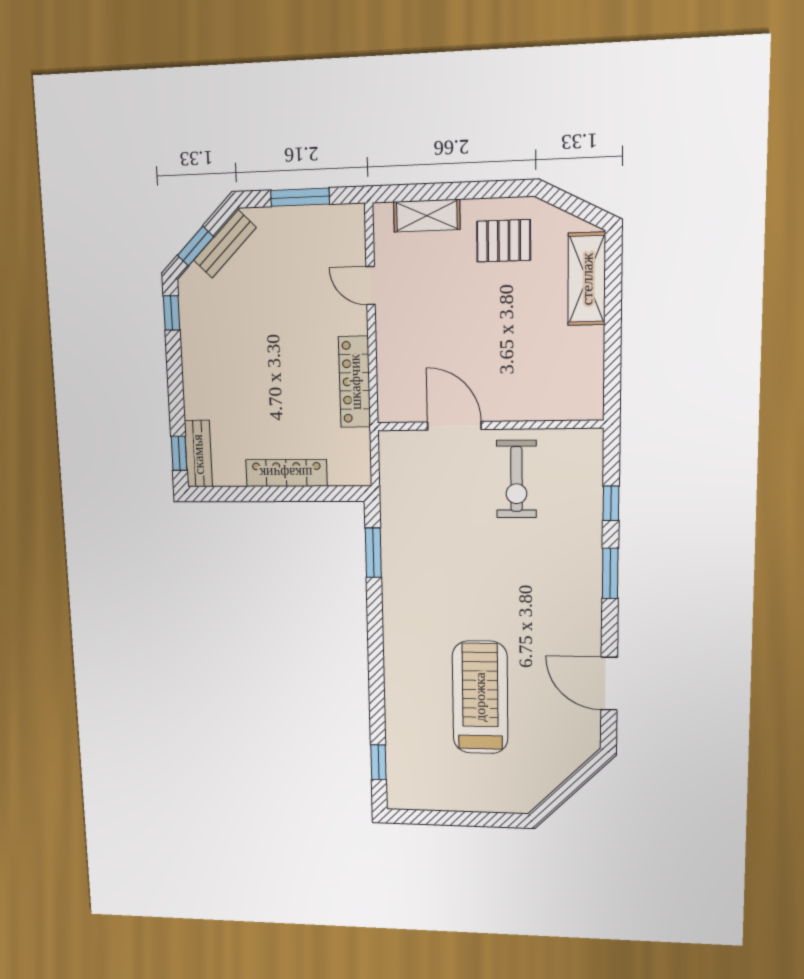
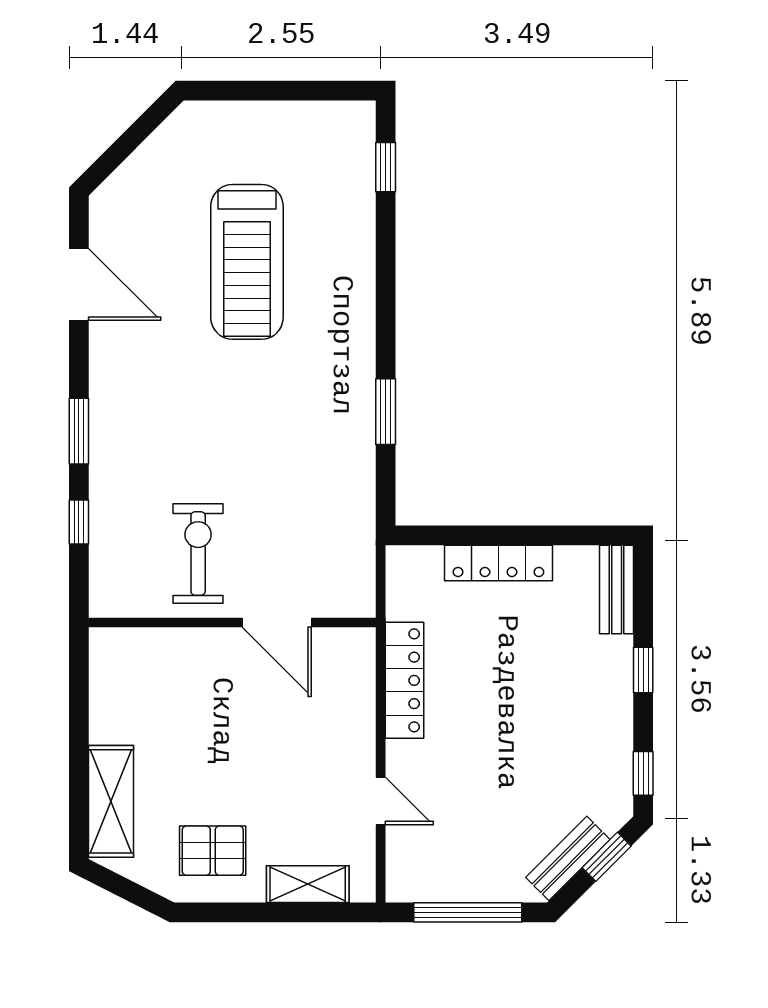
window: (300, 197) -> (468, 912), width x1.44
window: (179, 453) -> (643, 670), moved
window: (373, 553) -> (386, 412), moved

